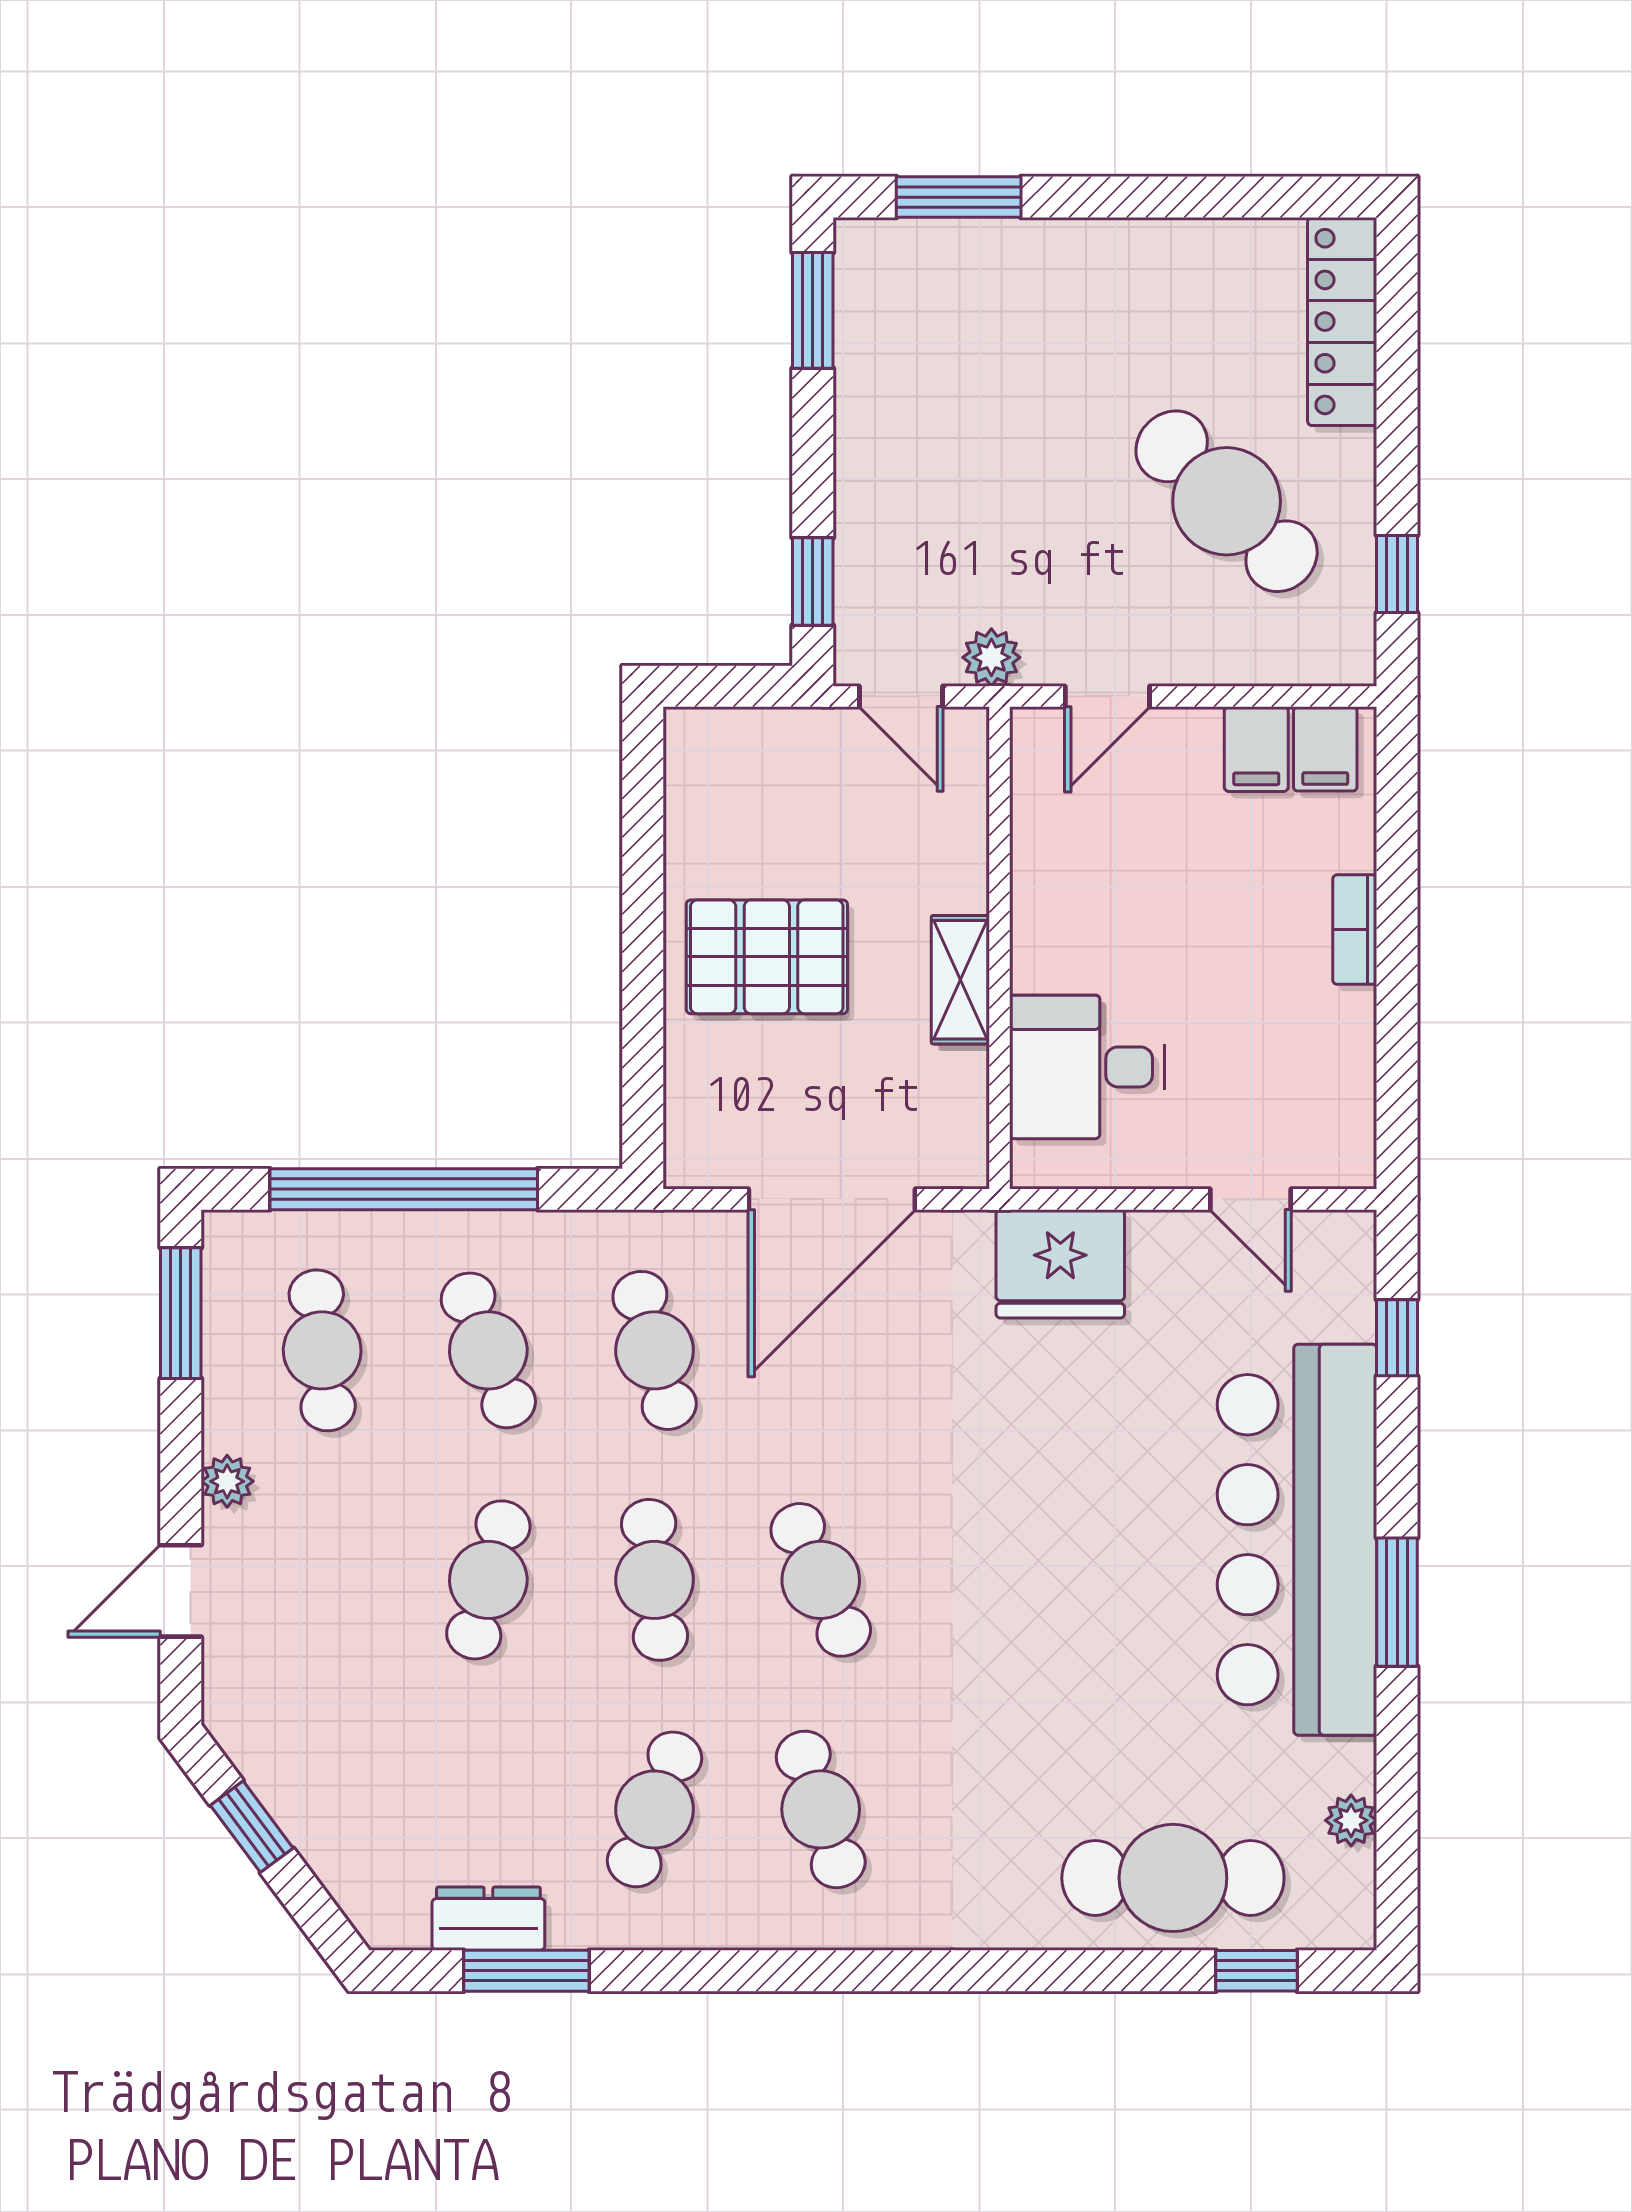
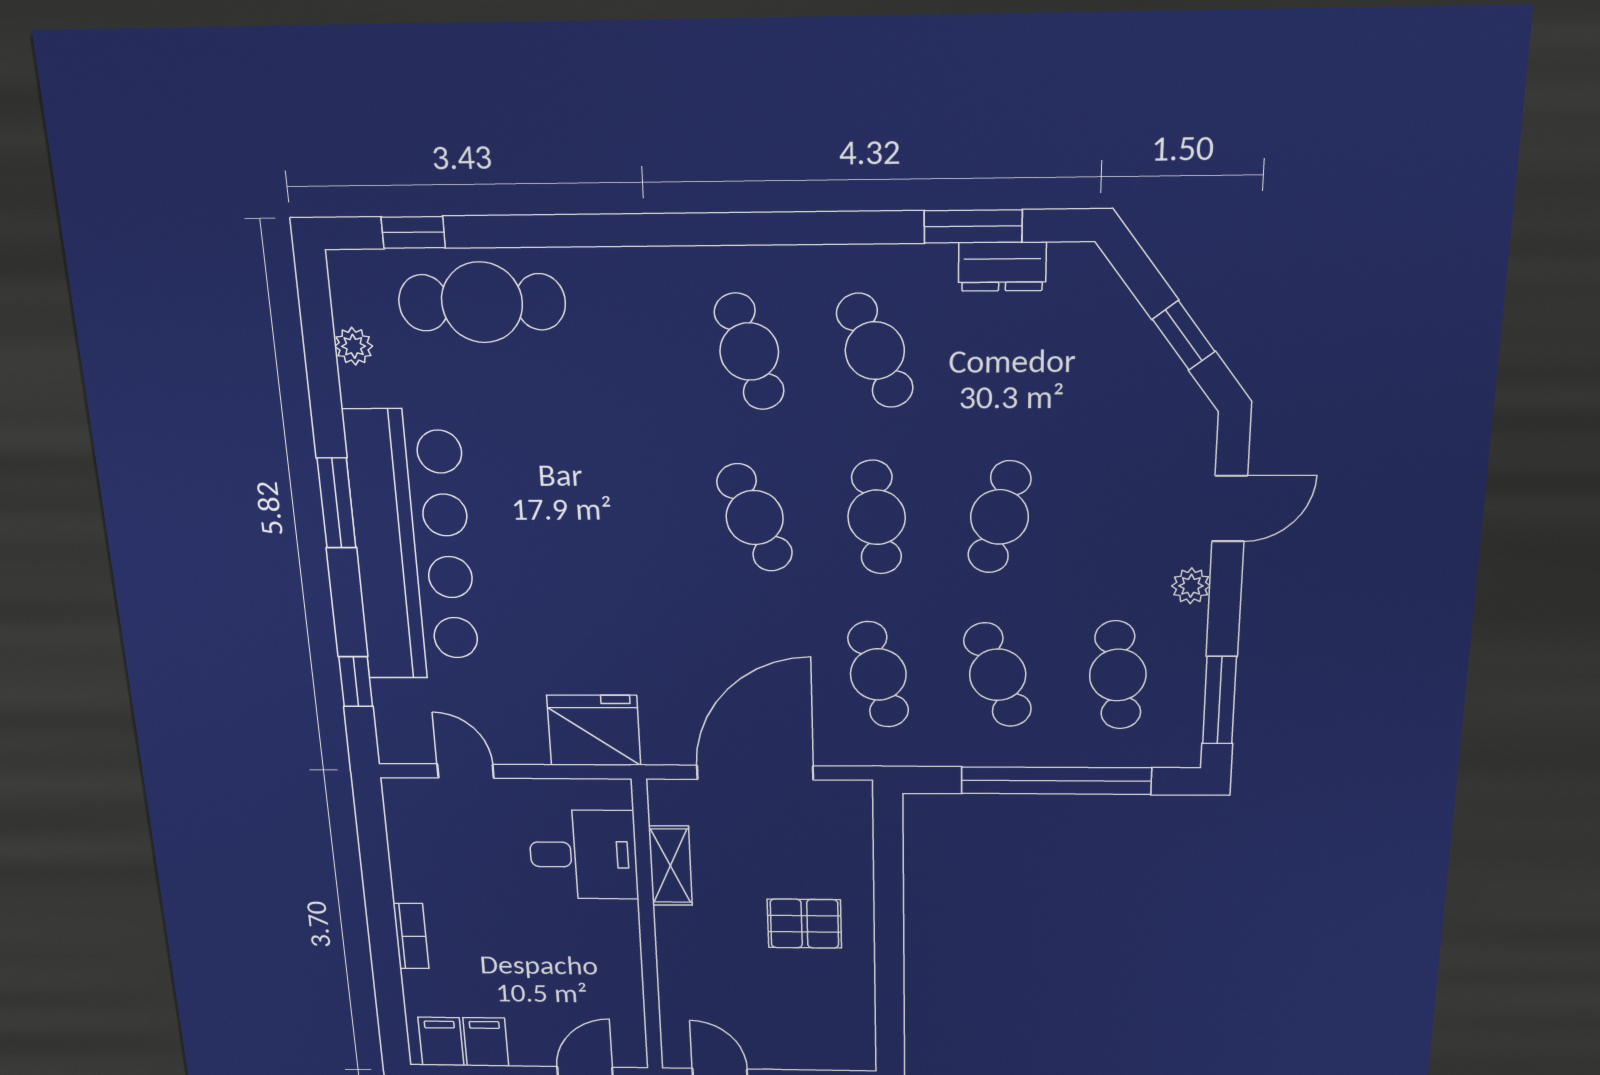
pallet: (767, 957) -> (804, 924), width x0.67, depth x0.71
shelving: (960, 980) -> (670, 866), moved
cafe table: (655, 1809) -> (875, 351), turned -45

